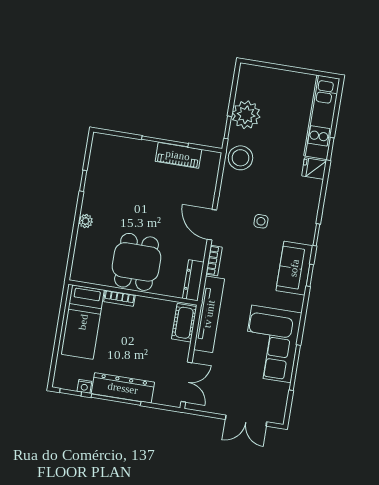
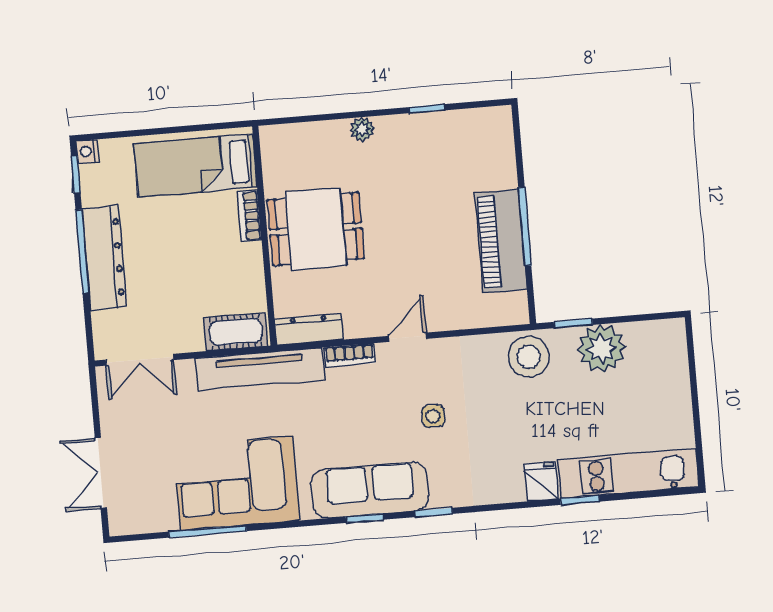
piano: (178, 155) -> (501, 241), width x1.37, depth x1.33
door: (212, 225) -> (408, 337), width x0.73
sofa: (294, 268) -> (370, 490), width x1.36
nightstand: (84, 386) -> (87, 151), moved

